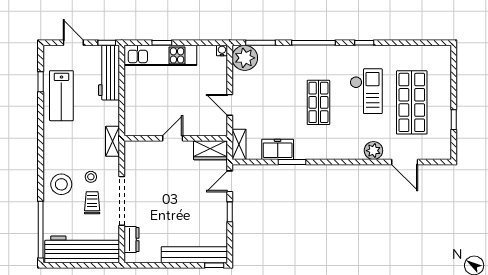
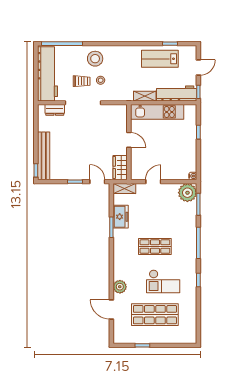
kitchen unit: (160, 55) -> (157, 112), moved, turned -90
shelving: (112, 141) -> (145, 96), moved
door: (405, 162) -> (111, 310), hinge flipped

